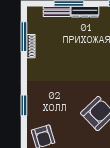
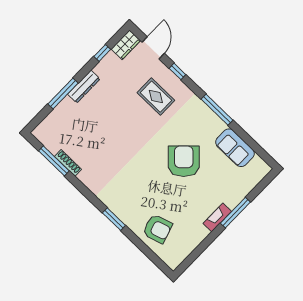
bench: (57, 11) -> (60, 111), removed

